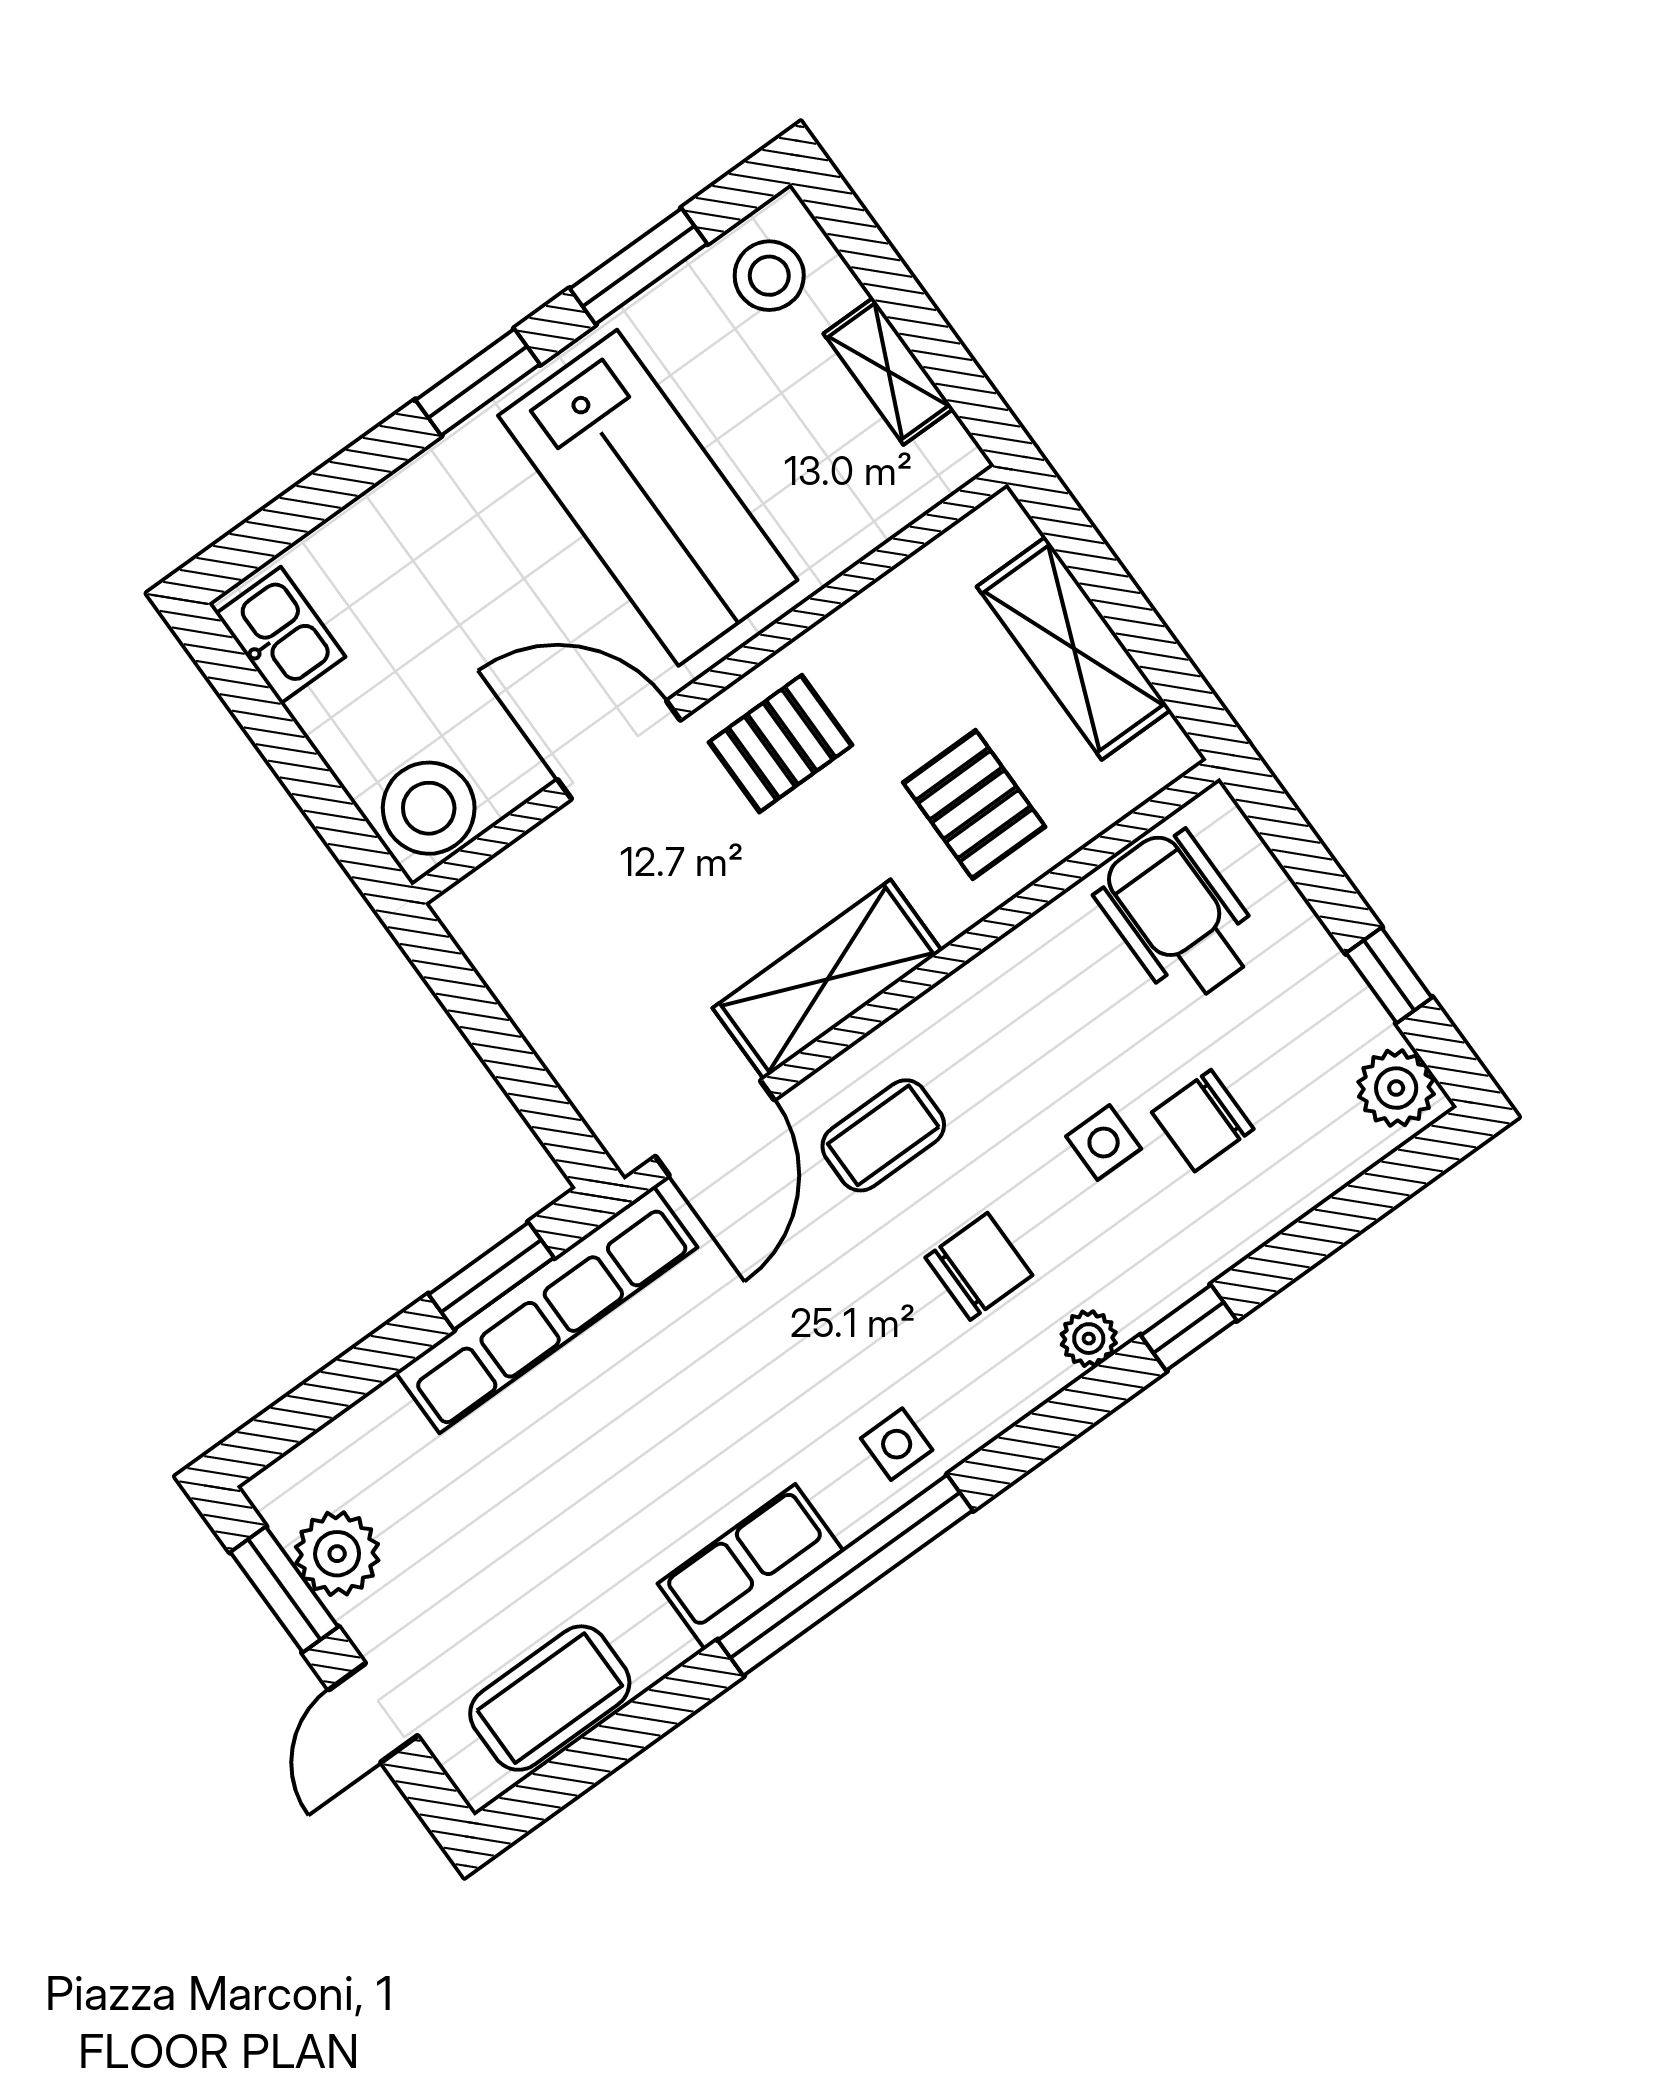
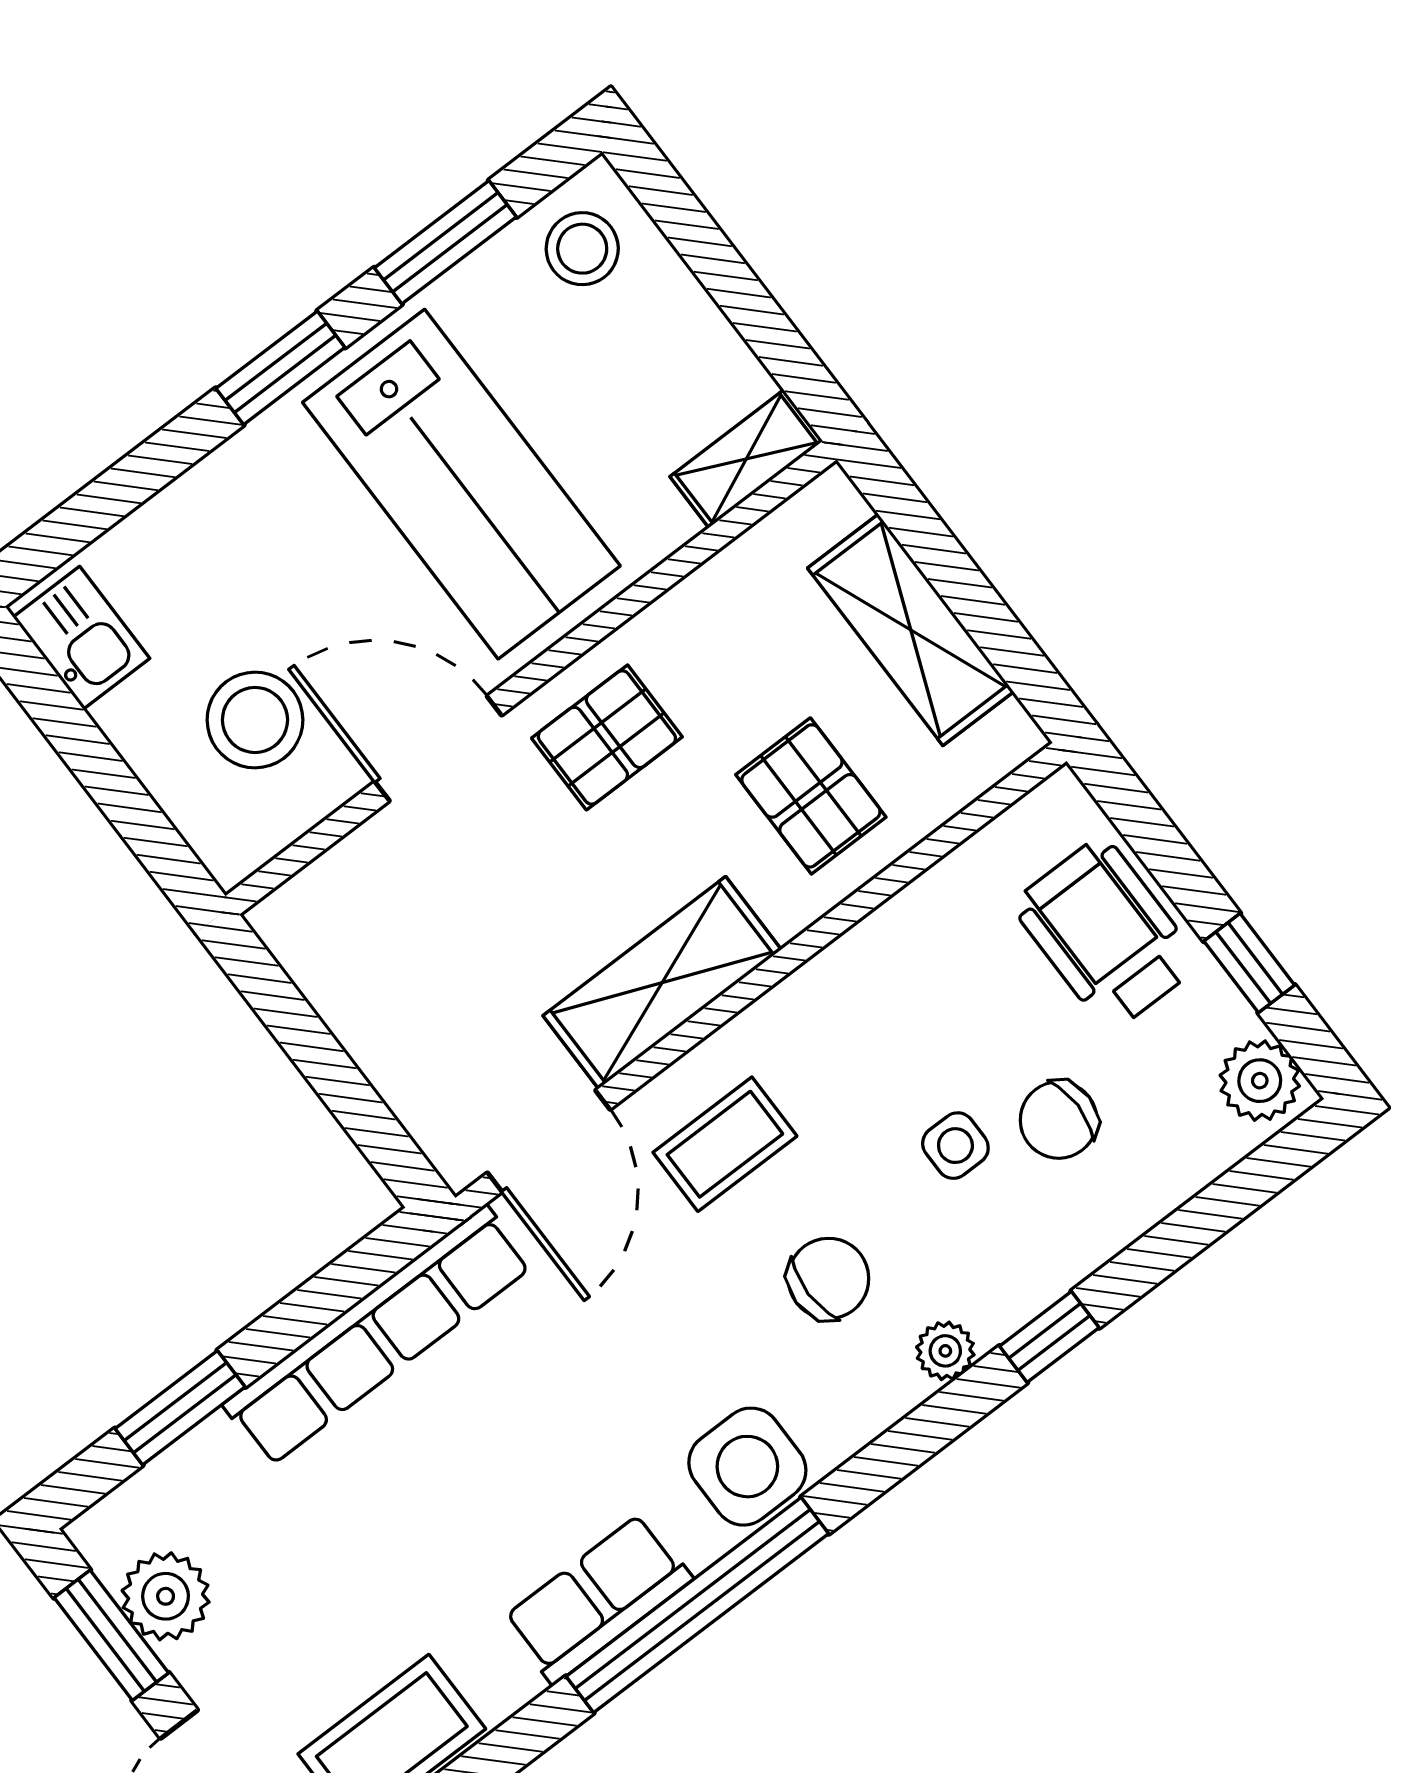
shelving: (888, 371) -> (746, 459), moved, turned 90
stool: (429, 808) -> (255, 720), moved
wheelchair: (1178, 916) -> (1106, 934), moved
window: (491, 1276) -> (180, 1408), moved
side table: (897, 1444) -> (747, 1467), width x1.87, depth x1.87

